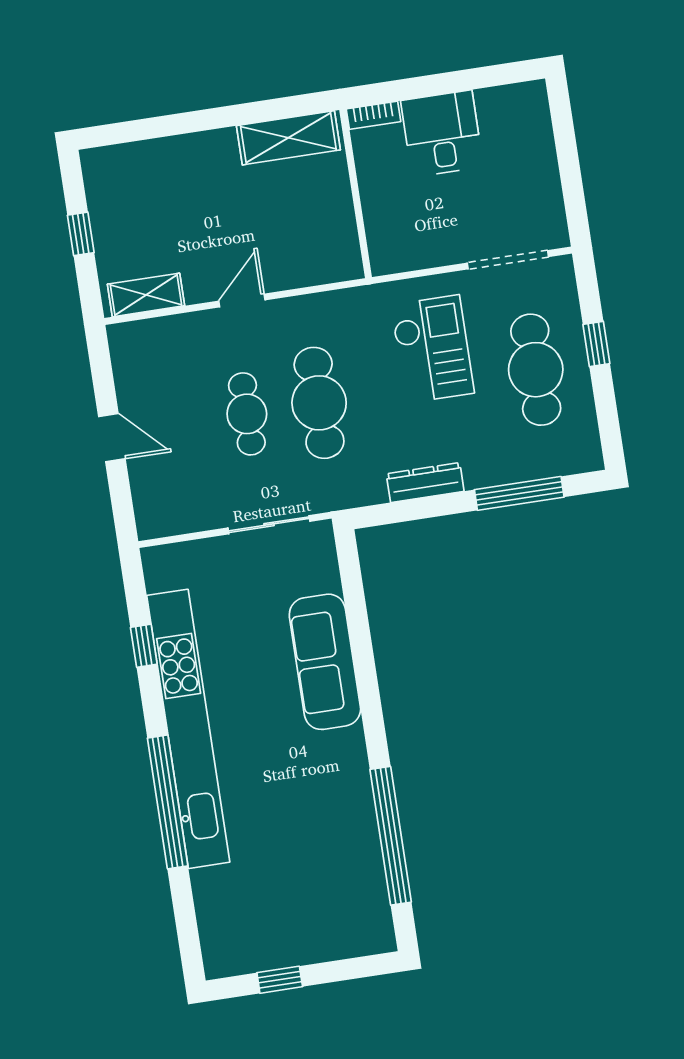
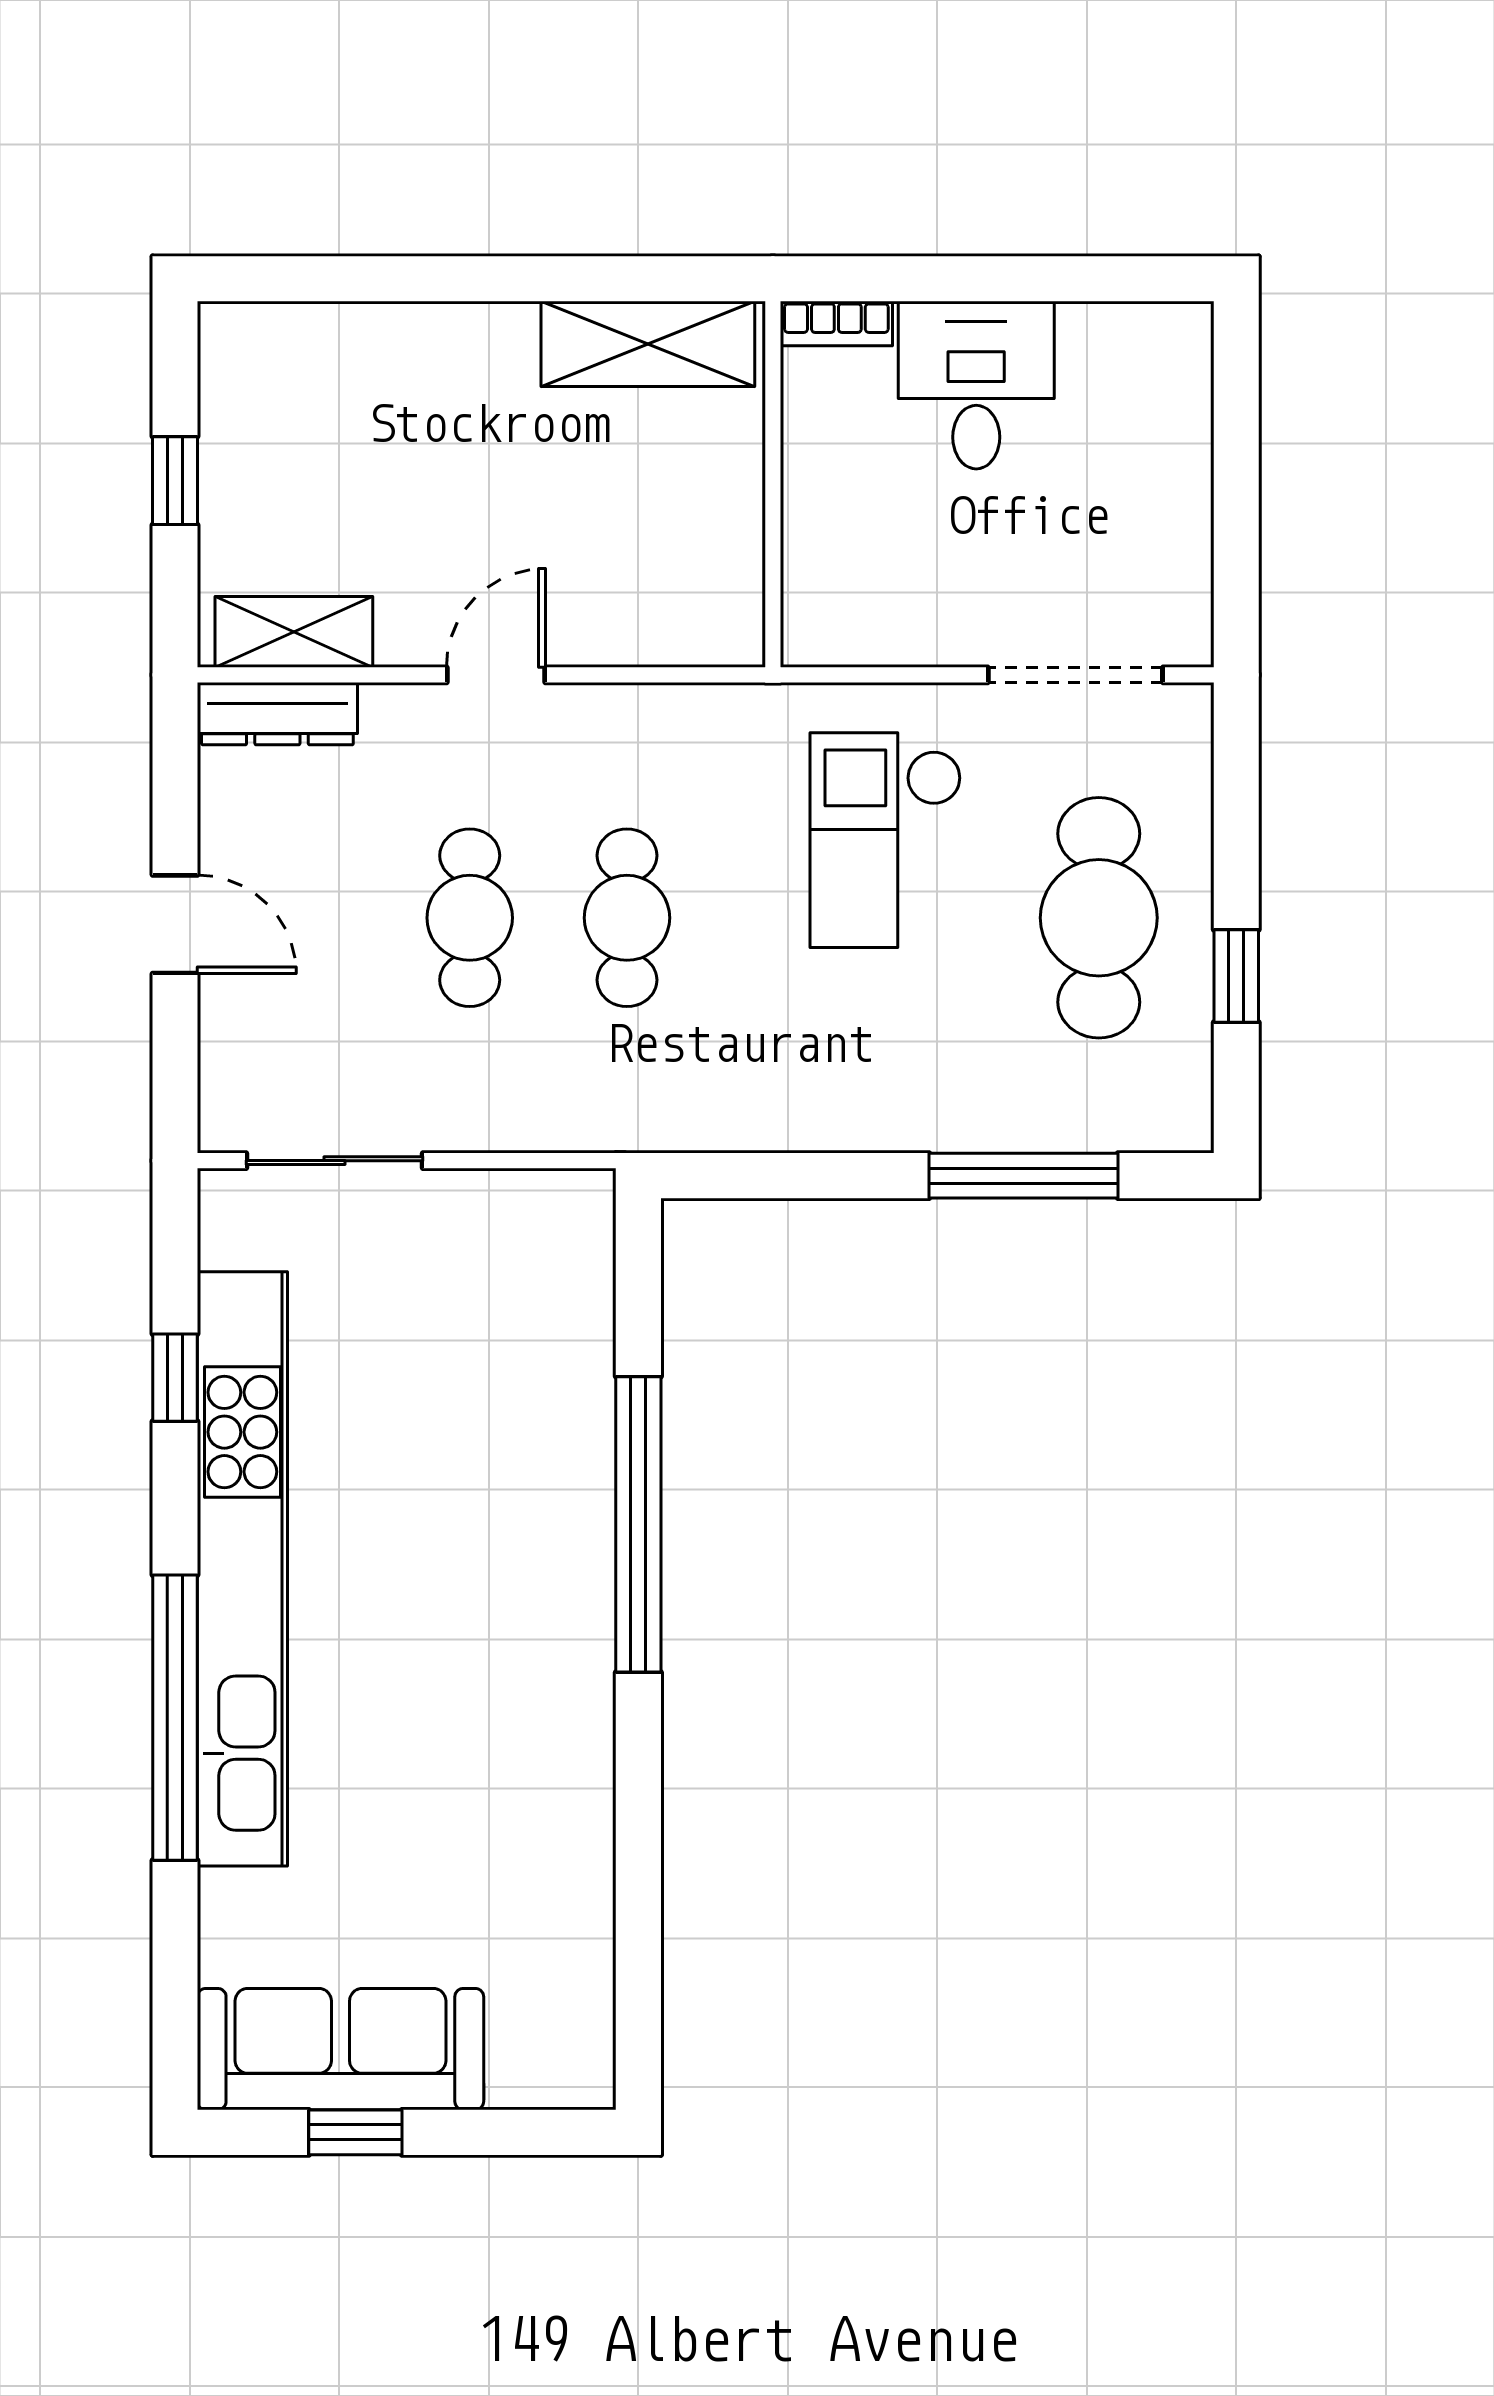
window: (596, 344) -> (1236, 976), moved
checkout: (432, 349) -> (886, 840), turned 180
cafe table: (319, 403) -> (627, 918), width x0.73, depth x0.74
dresser: (425, 483) -> (277, 714), moved, turned 180
sliding door: (269, 525) -> (334, 1161), moved
sofa: (325, 662) -> (340, 2049), moved, turned 90
window: (391, 836) -> (638, 1524), moved

